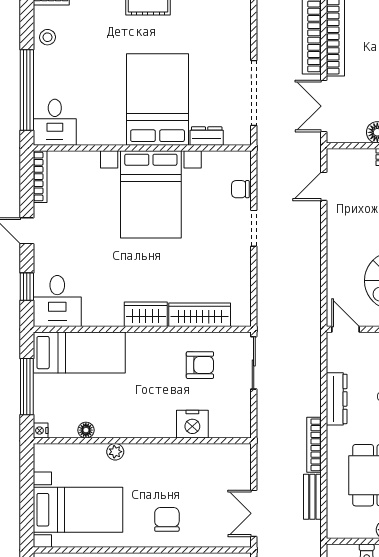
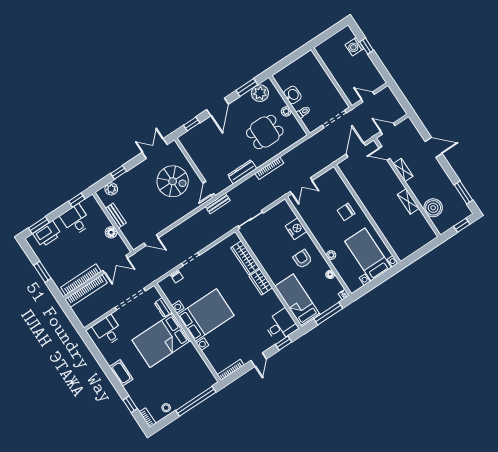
desk: (55, 122) -> (108, 330), moved, turned -90
armchair: (200, 365) -> (303, 259), moved
bench: (312, 497) -> (218, 203), moved
double door: (254, 513) -> (301, 186), moved

